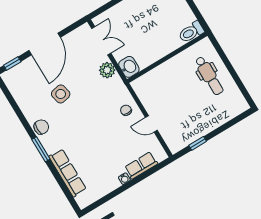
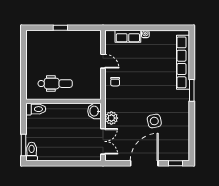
double door: (101, 41) -> (103, 141), swing flipped
dental chair: (209, 76) -> (55, 84), moved, turned 90
chair: (41, 127) -> (182, 106), removed
window: (198, 143) -> (60, 28), moved
row of seats: (68, 173) -> (183, 62), width x1.36

